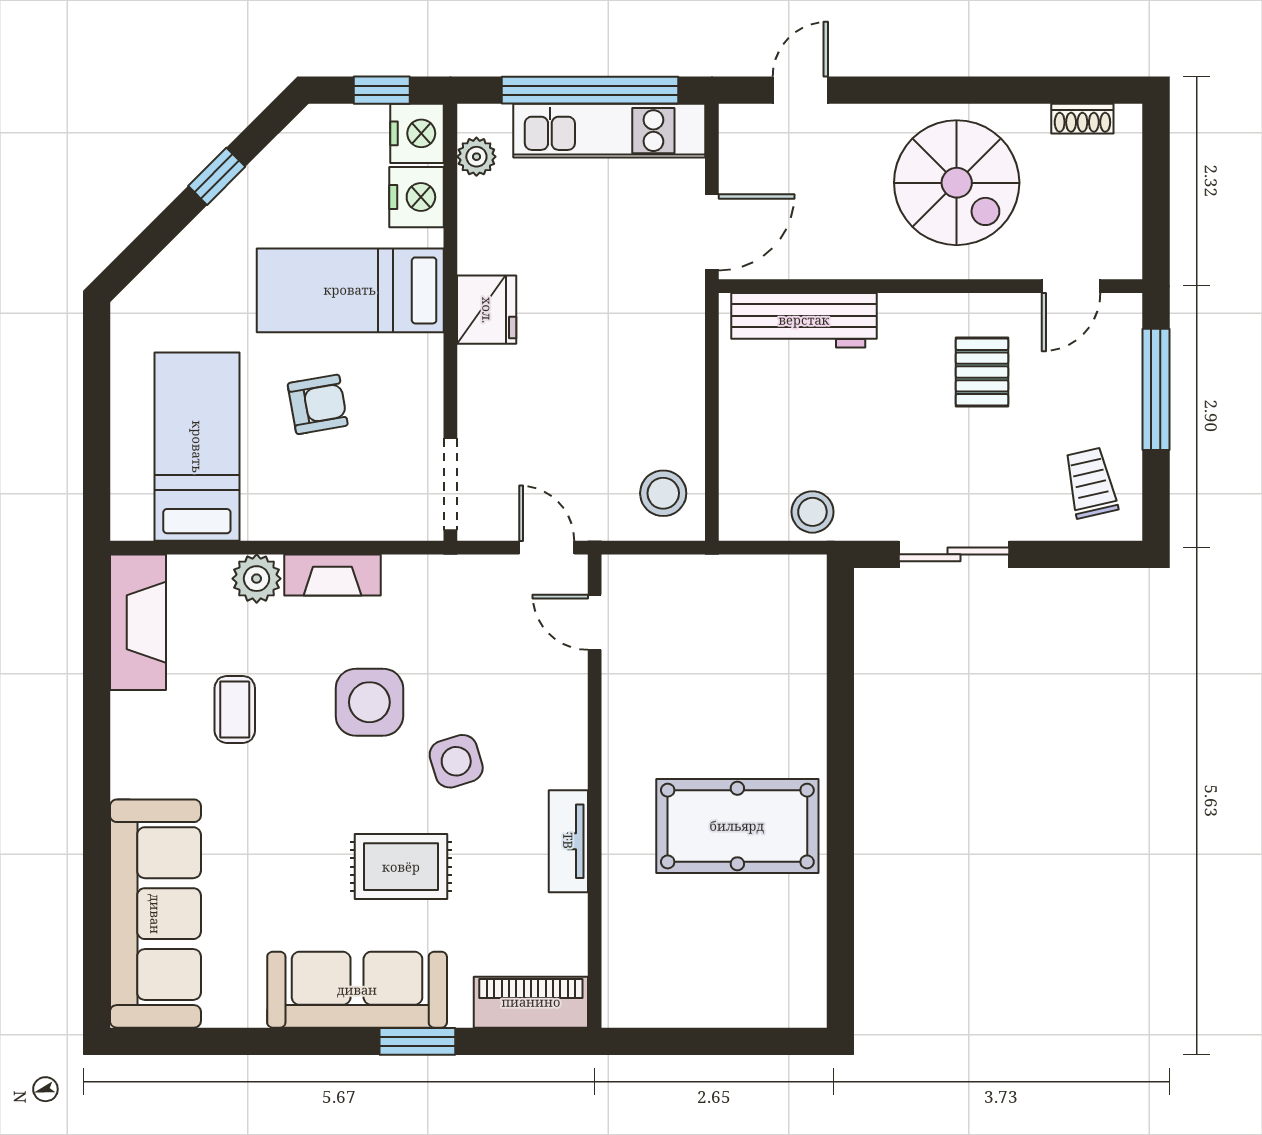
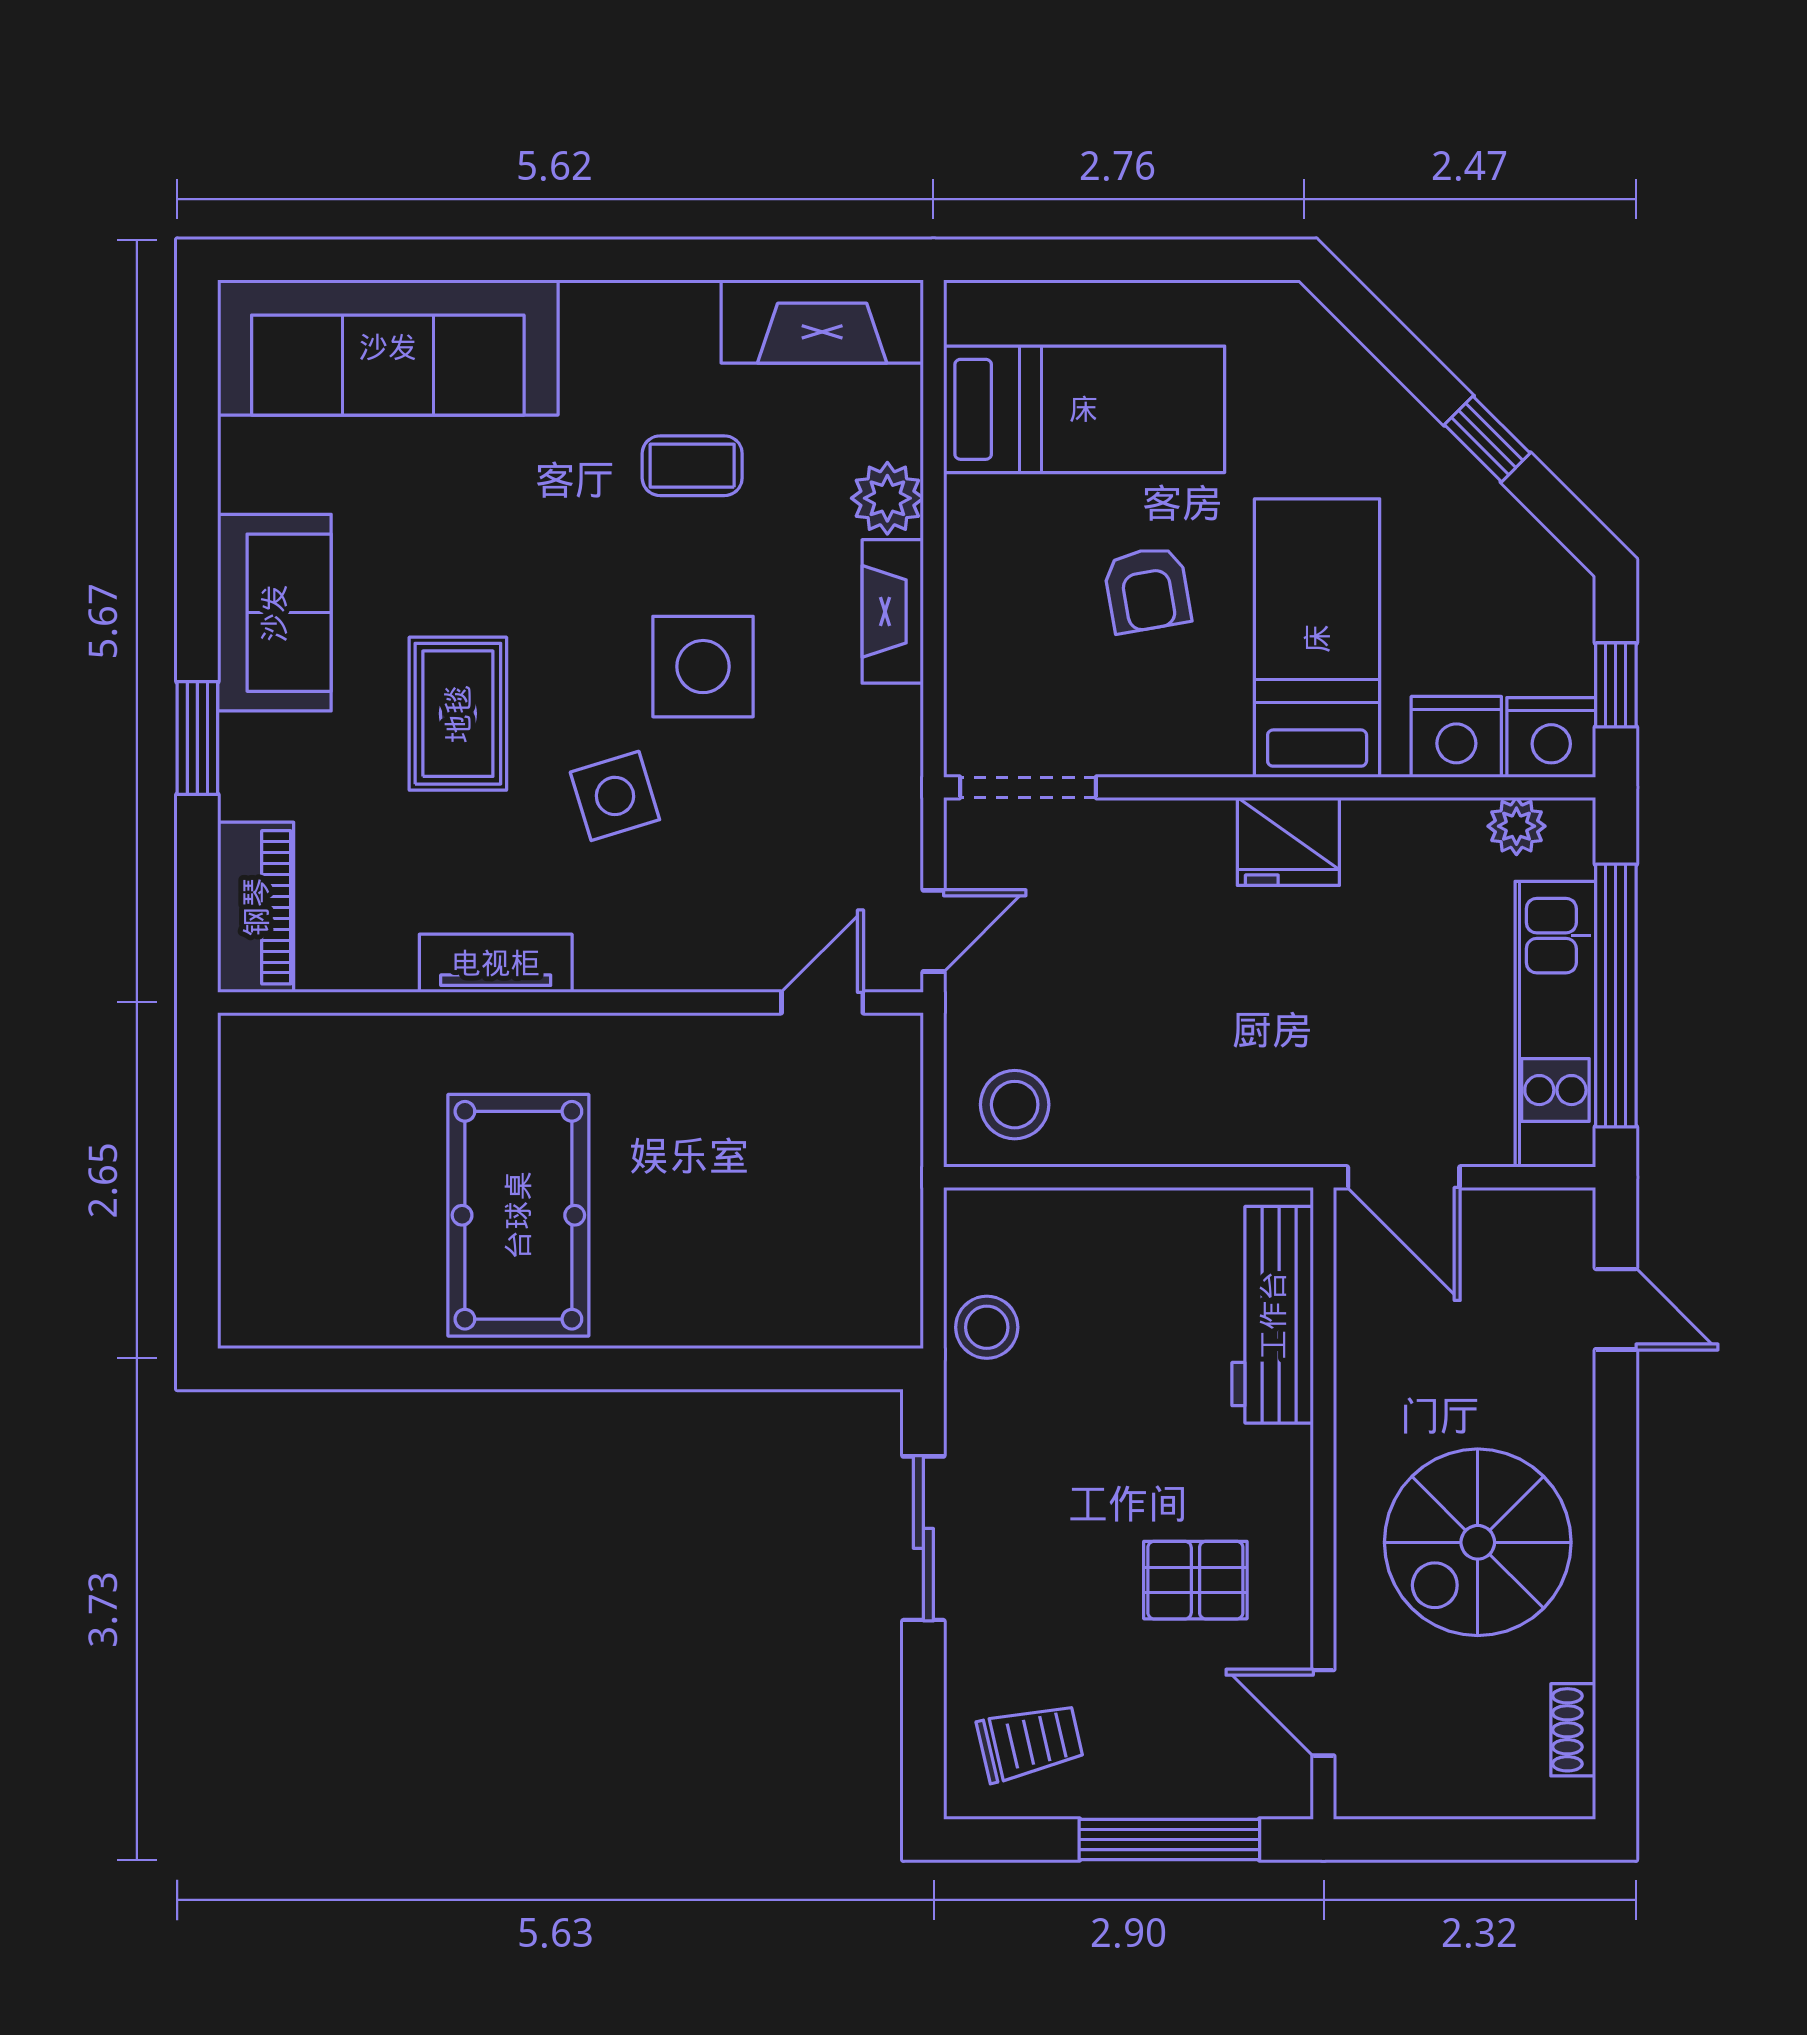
sofa: (357, 990) -> (274, 613), width x0.73

